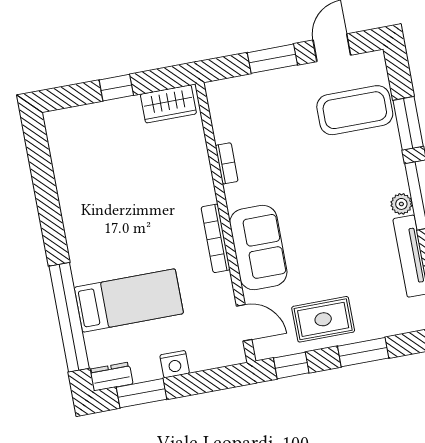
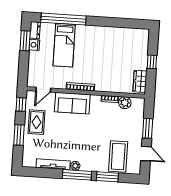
plant: (226, 126) -> (125, 103), added
nightstand: (175, 364) -> (34, 45), moved

